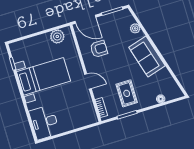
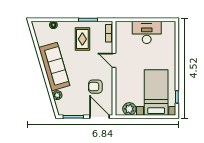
sofa: (147, 57) -> (54, 67), width x1.36
bed with nightstands: (43, 76) -> (156, 93), moved, turned 90
desk: (44, 122) -> (147, 32), moved, turned -90

